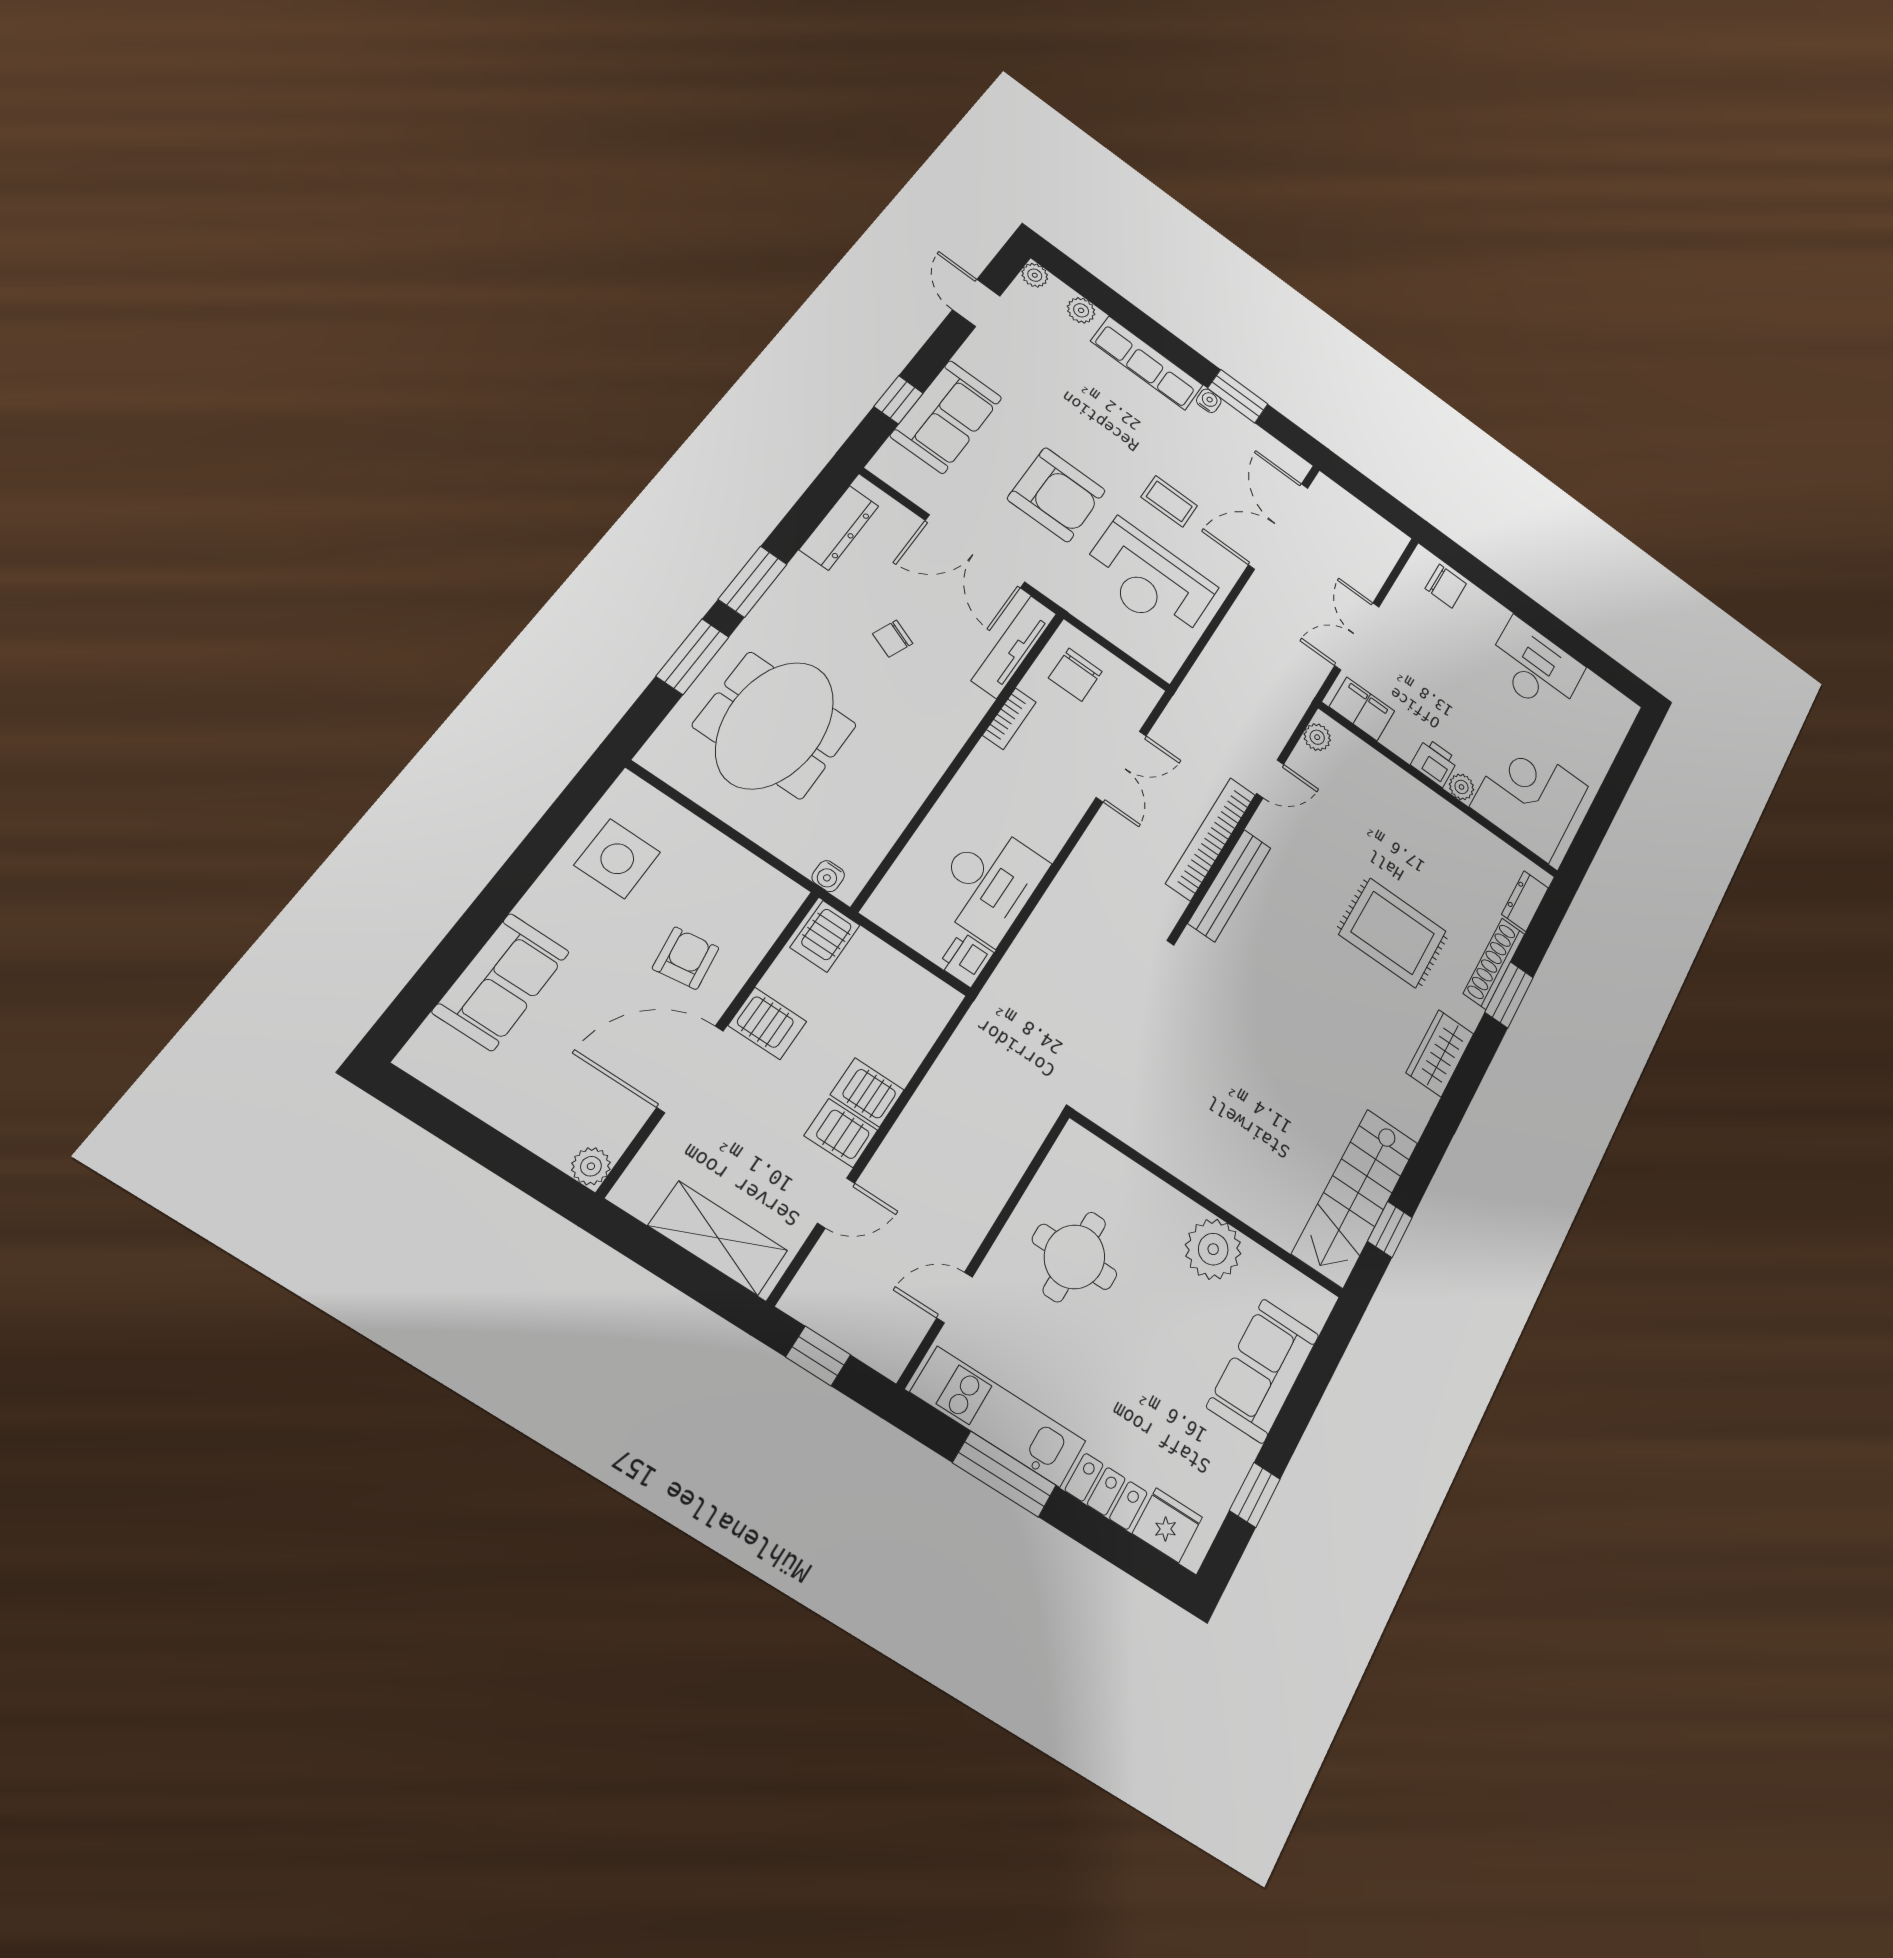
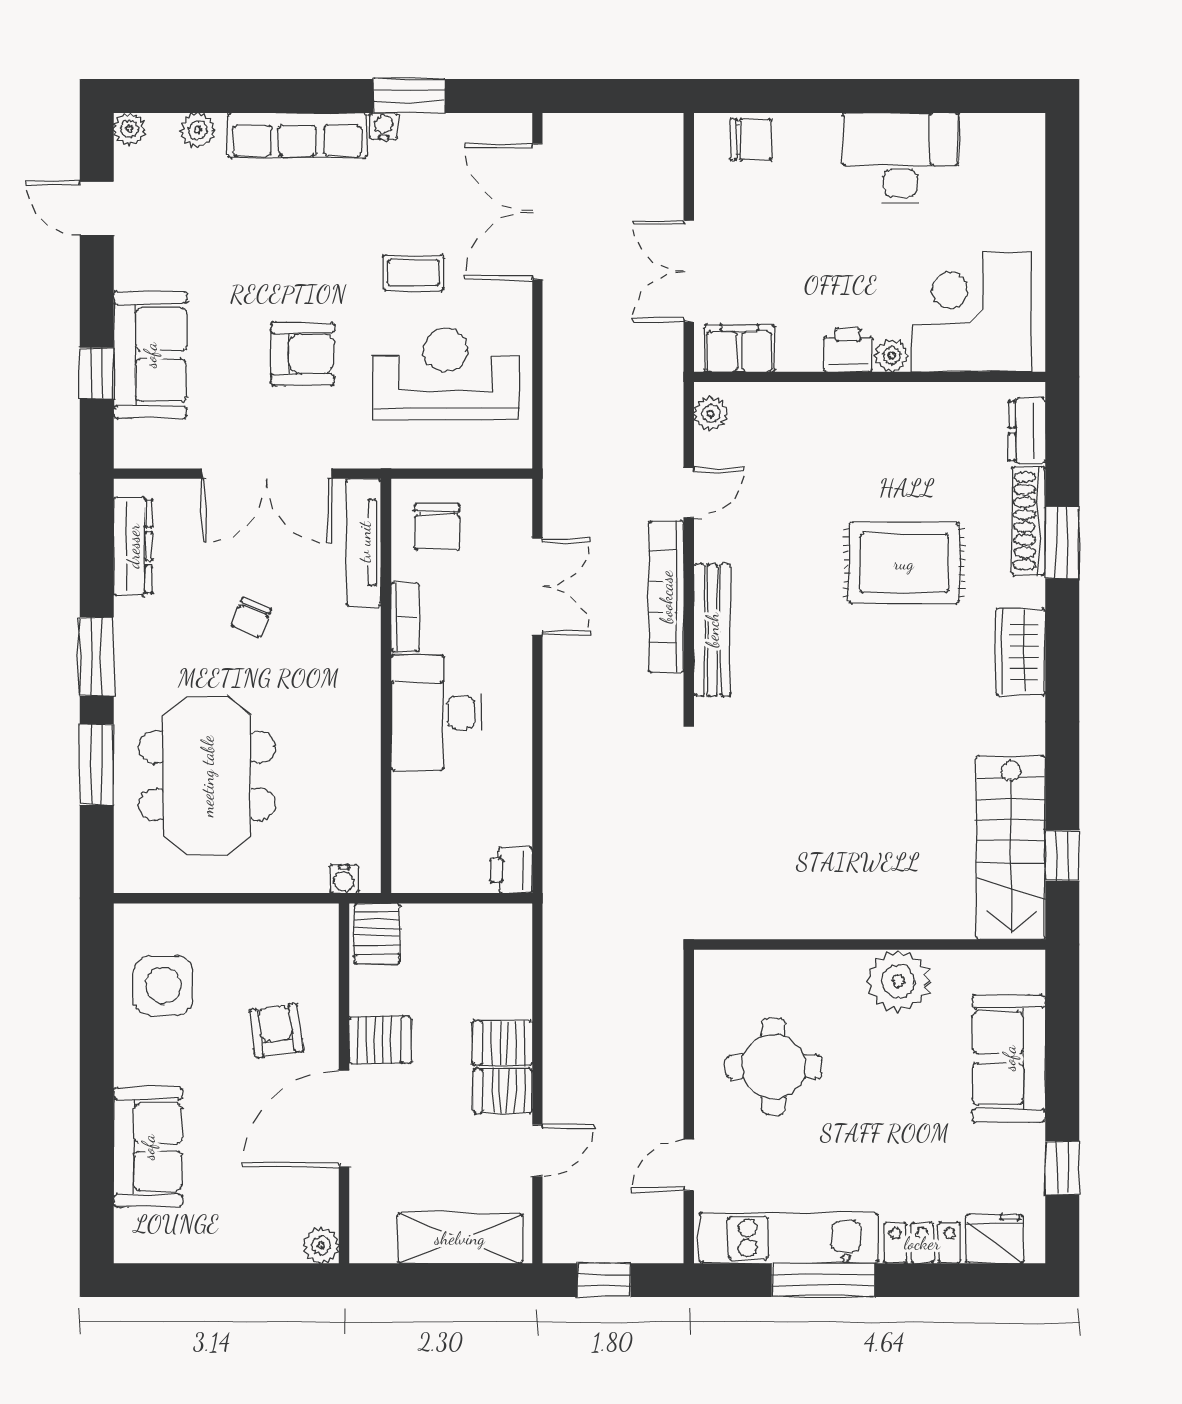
armchair: (1056, 495) -> (303, 354), width x0.73, depth x0.73
reception desk: (1149, 580) -> (446, 374), turned 180
desk: (989, 883) -> (436, 713), moved, turned 180

